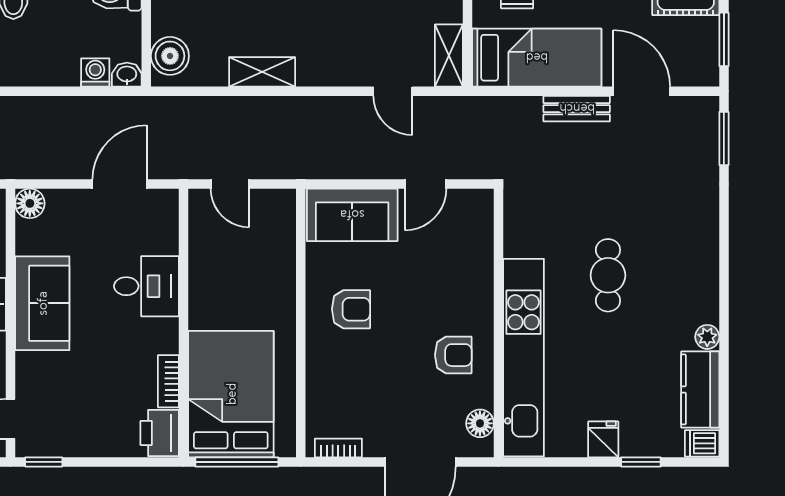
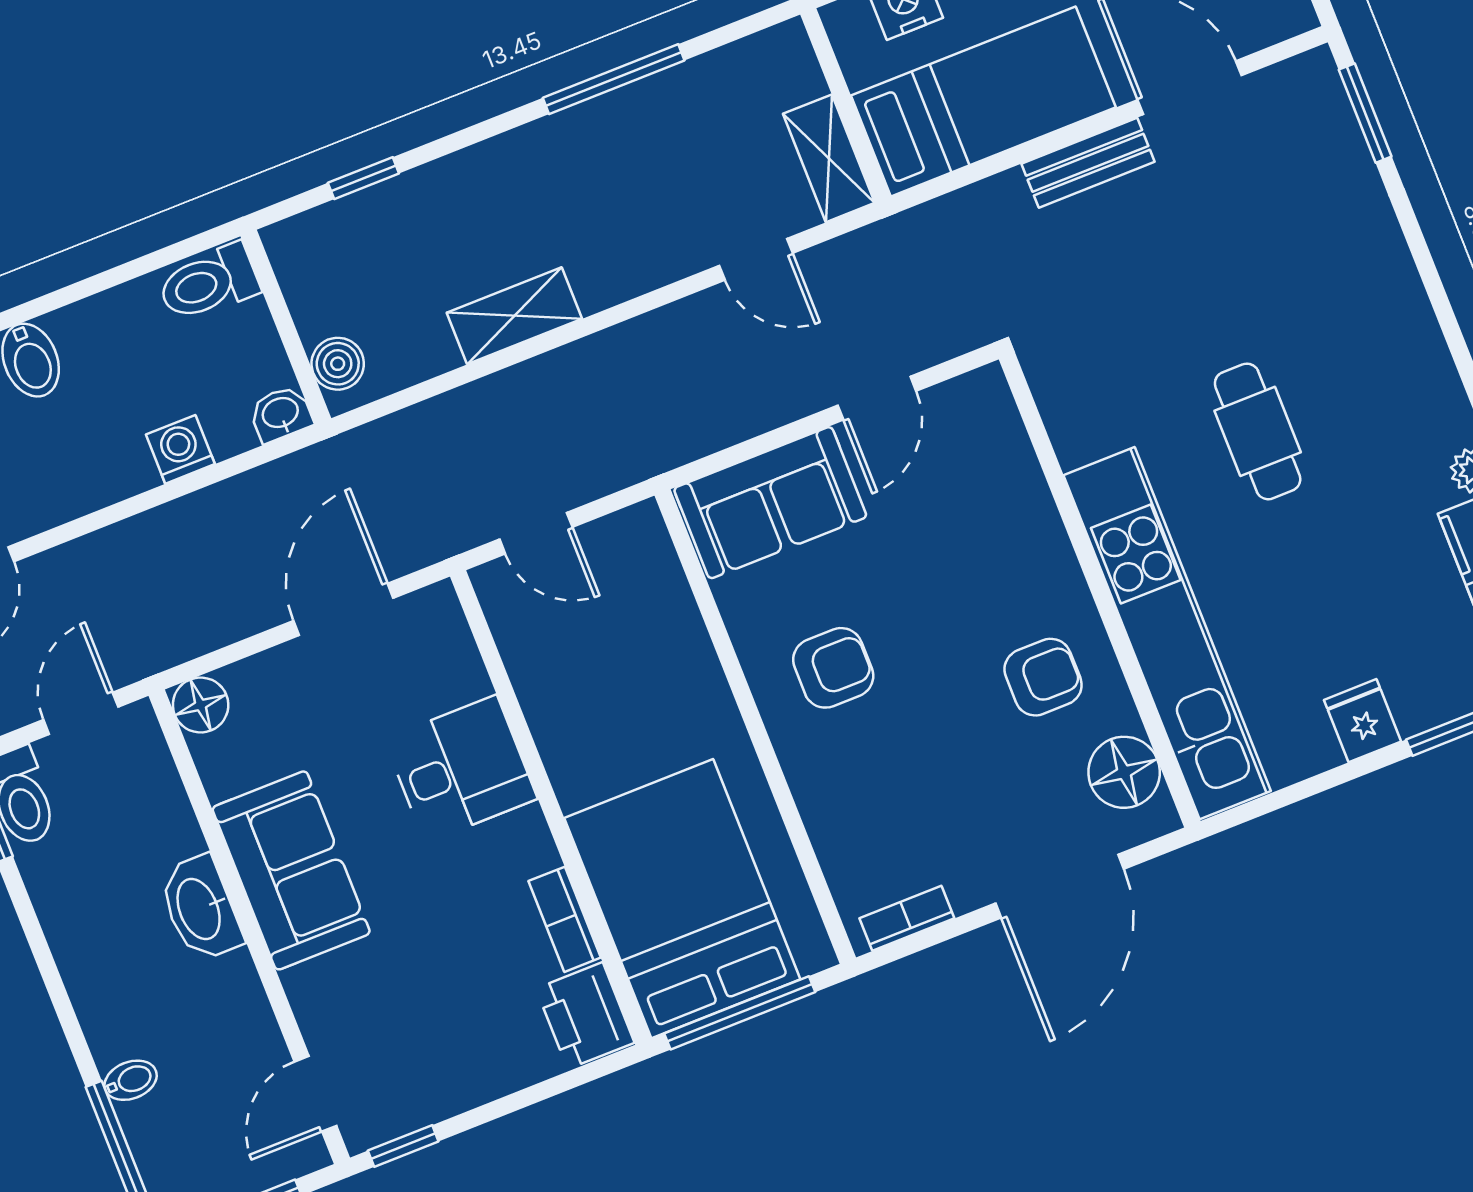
boiler: (170, 56) -> (338, 364), width x0.73, depth x0.73
washing machine: (95, 73) -> (180, 449), moved
floor lamp: (480, 423) -> (1124, 772), width x1.38, depth x1.38

